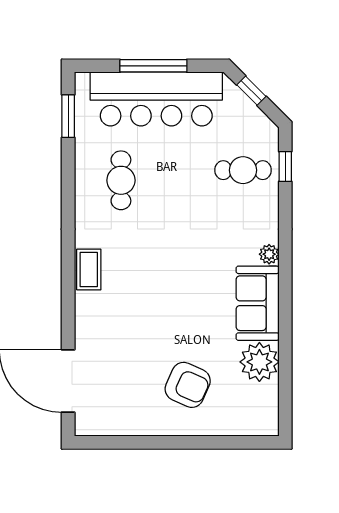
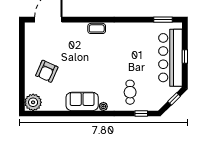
window: (153, 66) -> (185, 56), width x0.46
cafe table: (243, 170) -> (130, 92), moved
cafe table: (121, 180) -> (135, 42), removed
plant: (259, 362) -> (33, 102), moved

